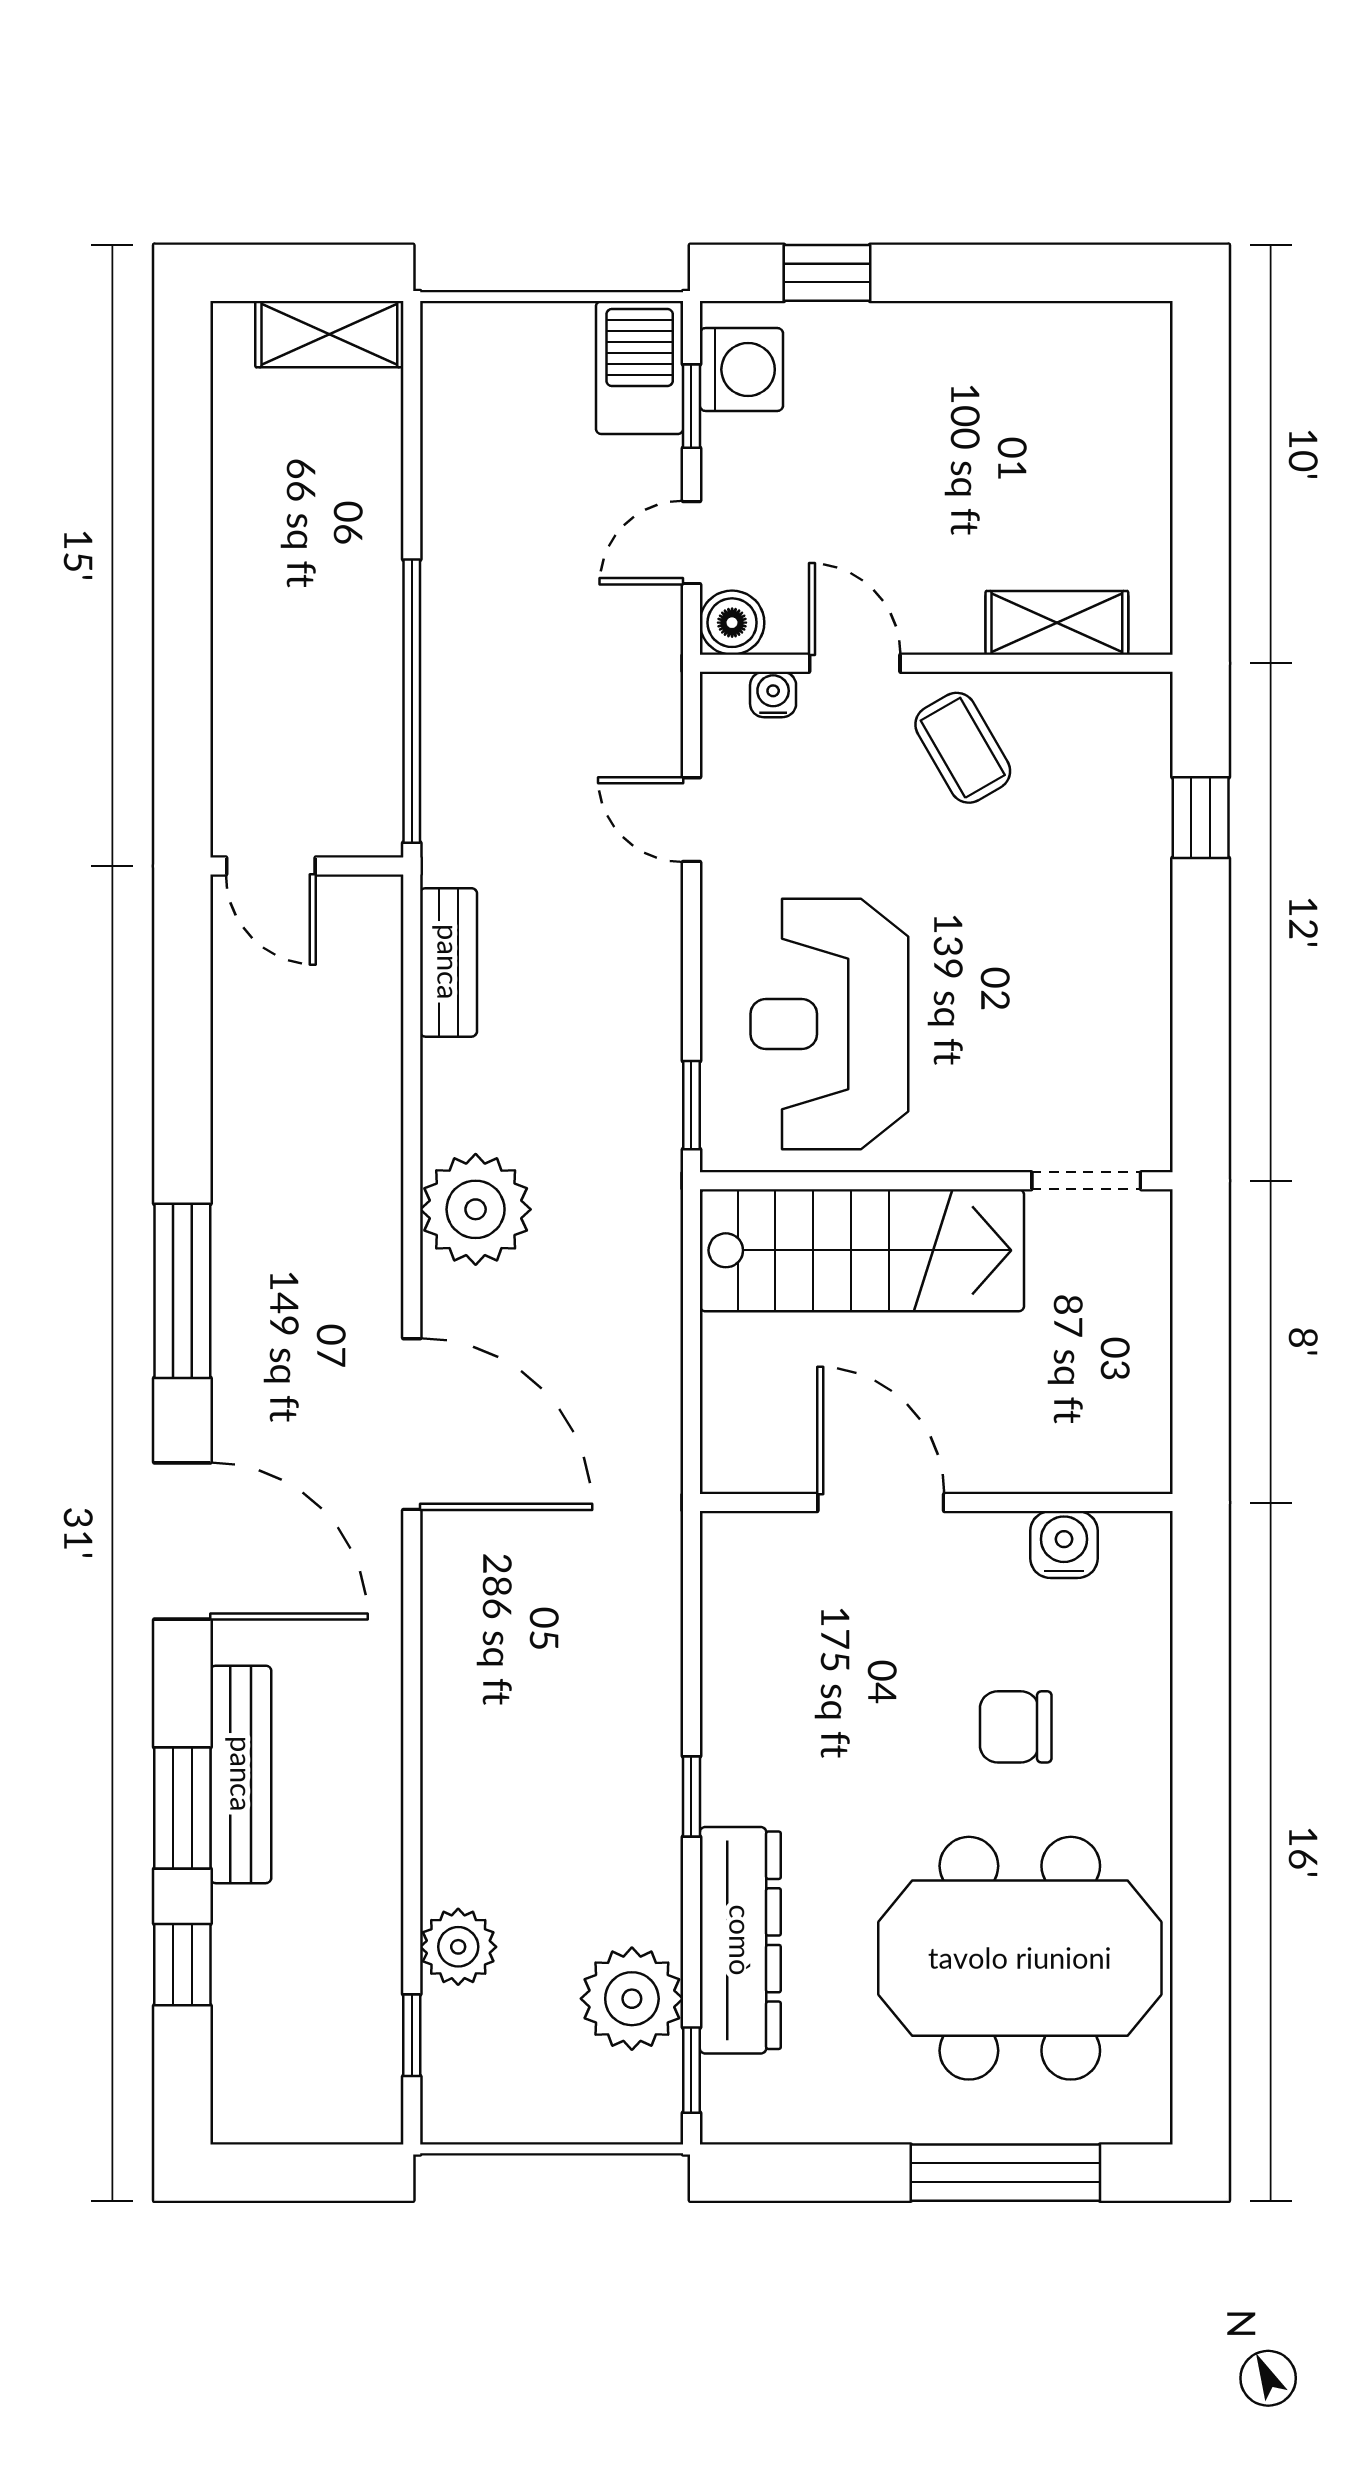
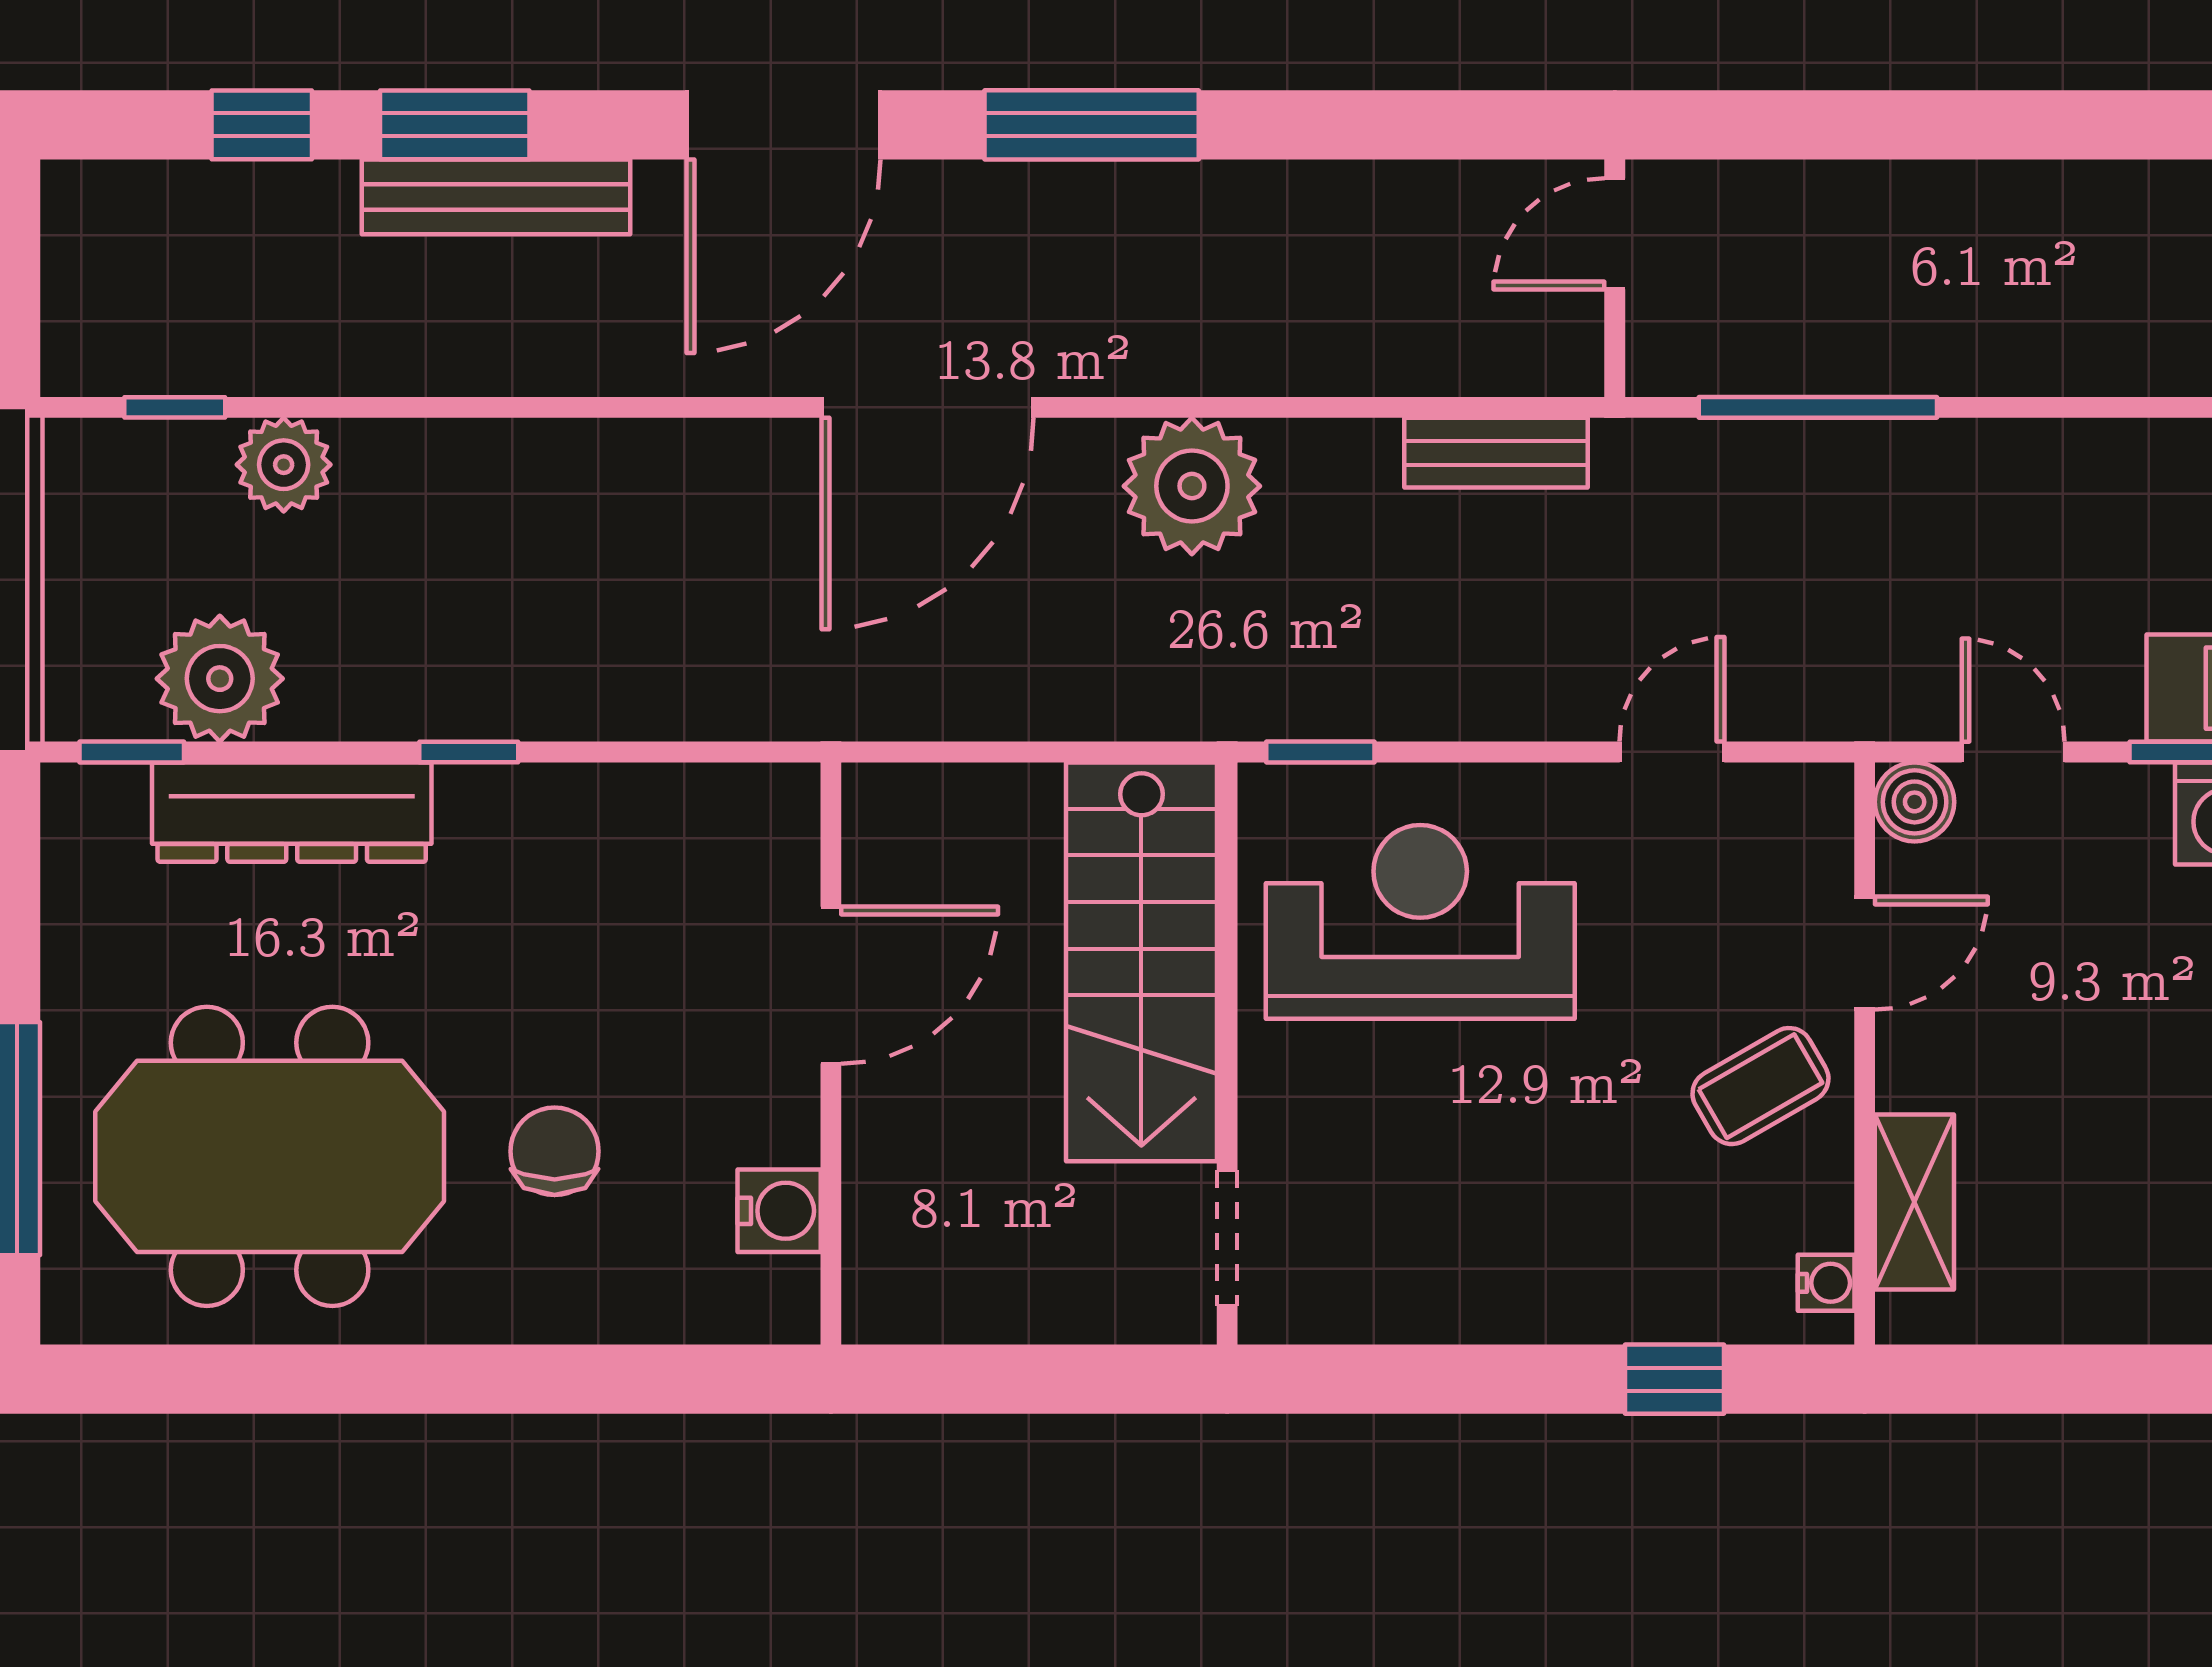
water cooler: (773, 694) -> (1826, 1283), moved
window: (412, 701) -> (1818, 407), width x0.68
meeting table: (1020, 1958) -> (270, 1156), turned 90

